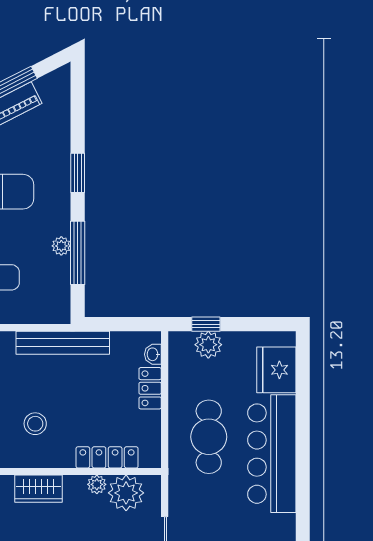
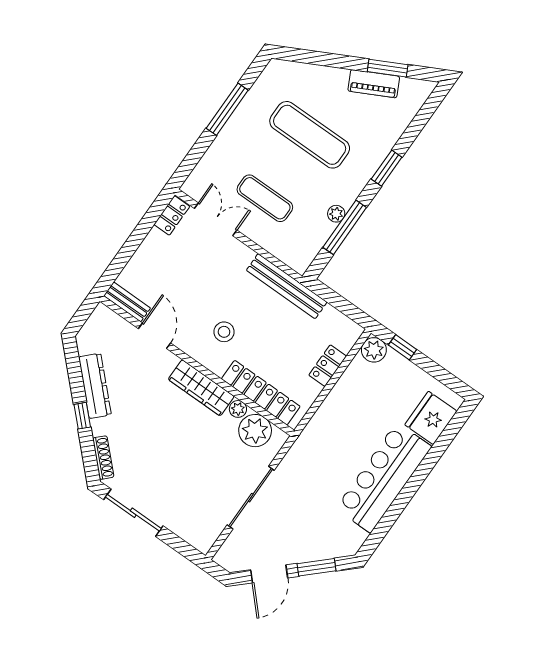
plant: (208, 345) -> (374, 350), moved
washbasin: (153, 354) -> (348, 342), removed
cafe table: (209, 437) -> (346, 432), removed
locker: (107, 457) -> (261, 393), width x1.41, depth x1.21
wardrobe: (38, 489) -> (201, 388), width x1.50

